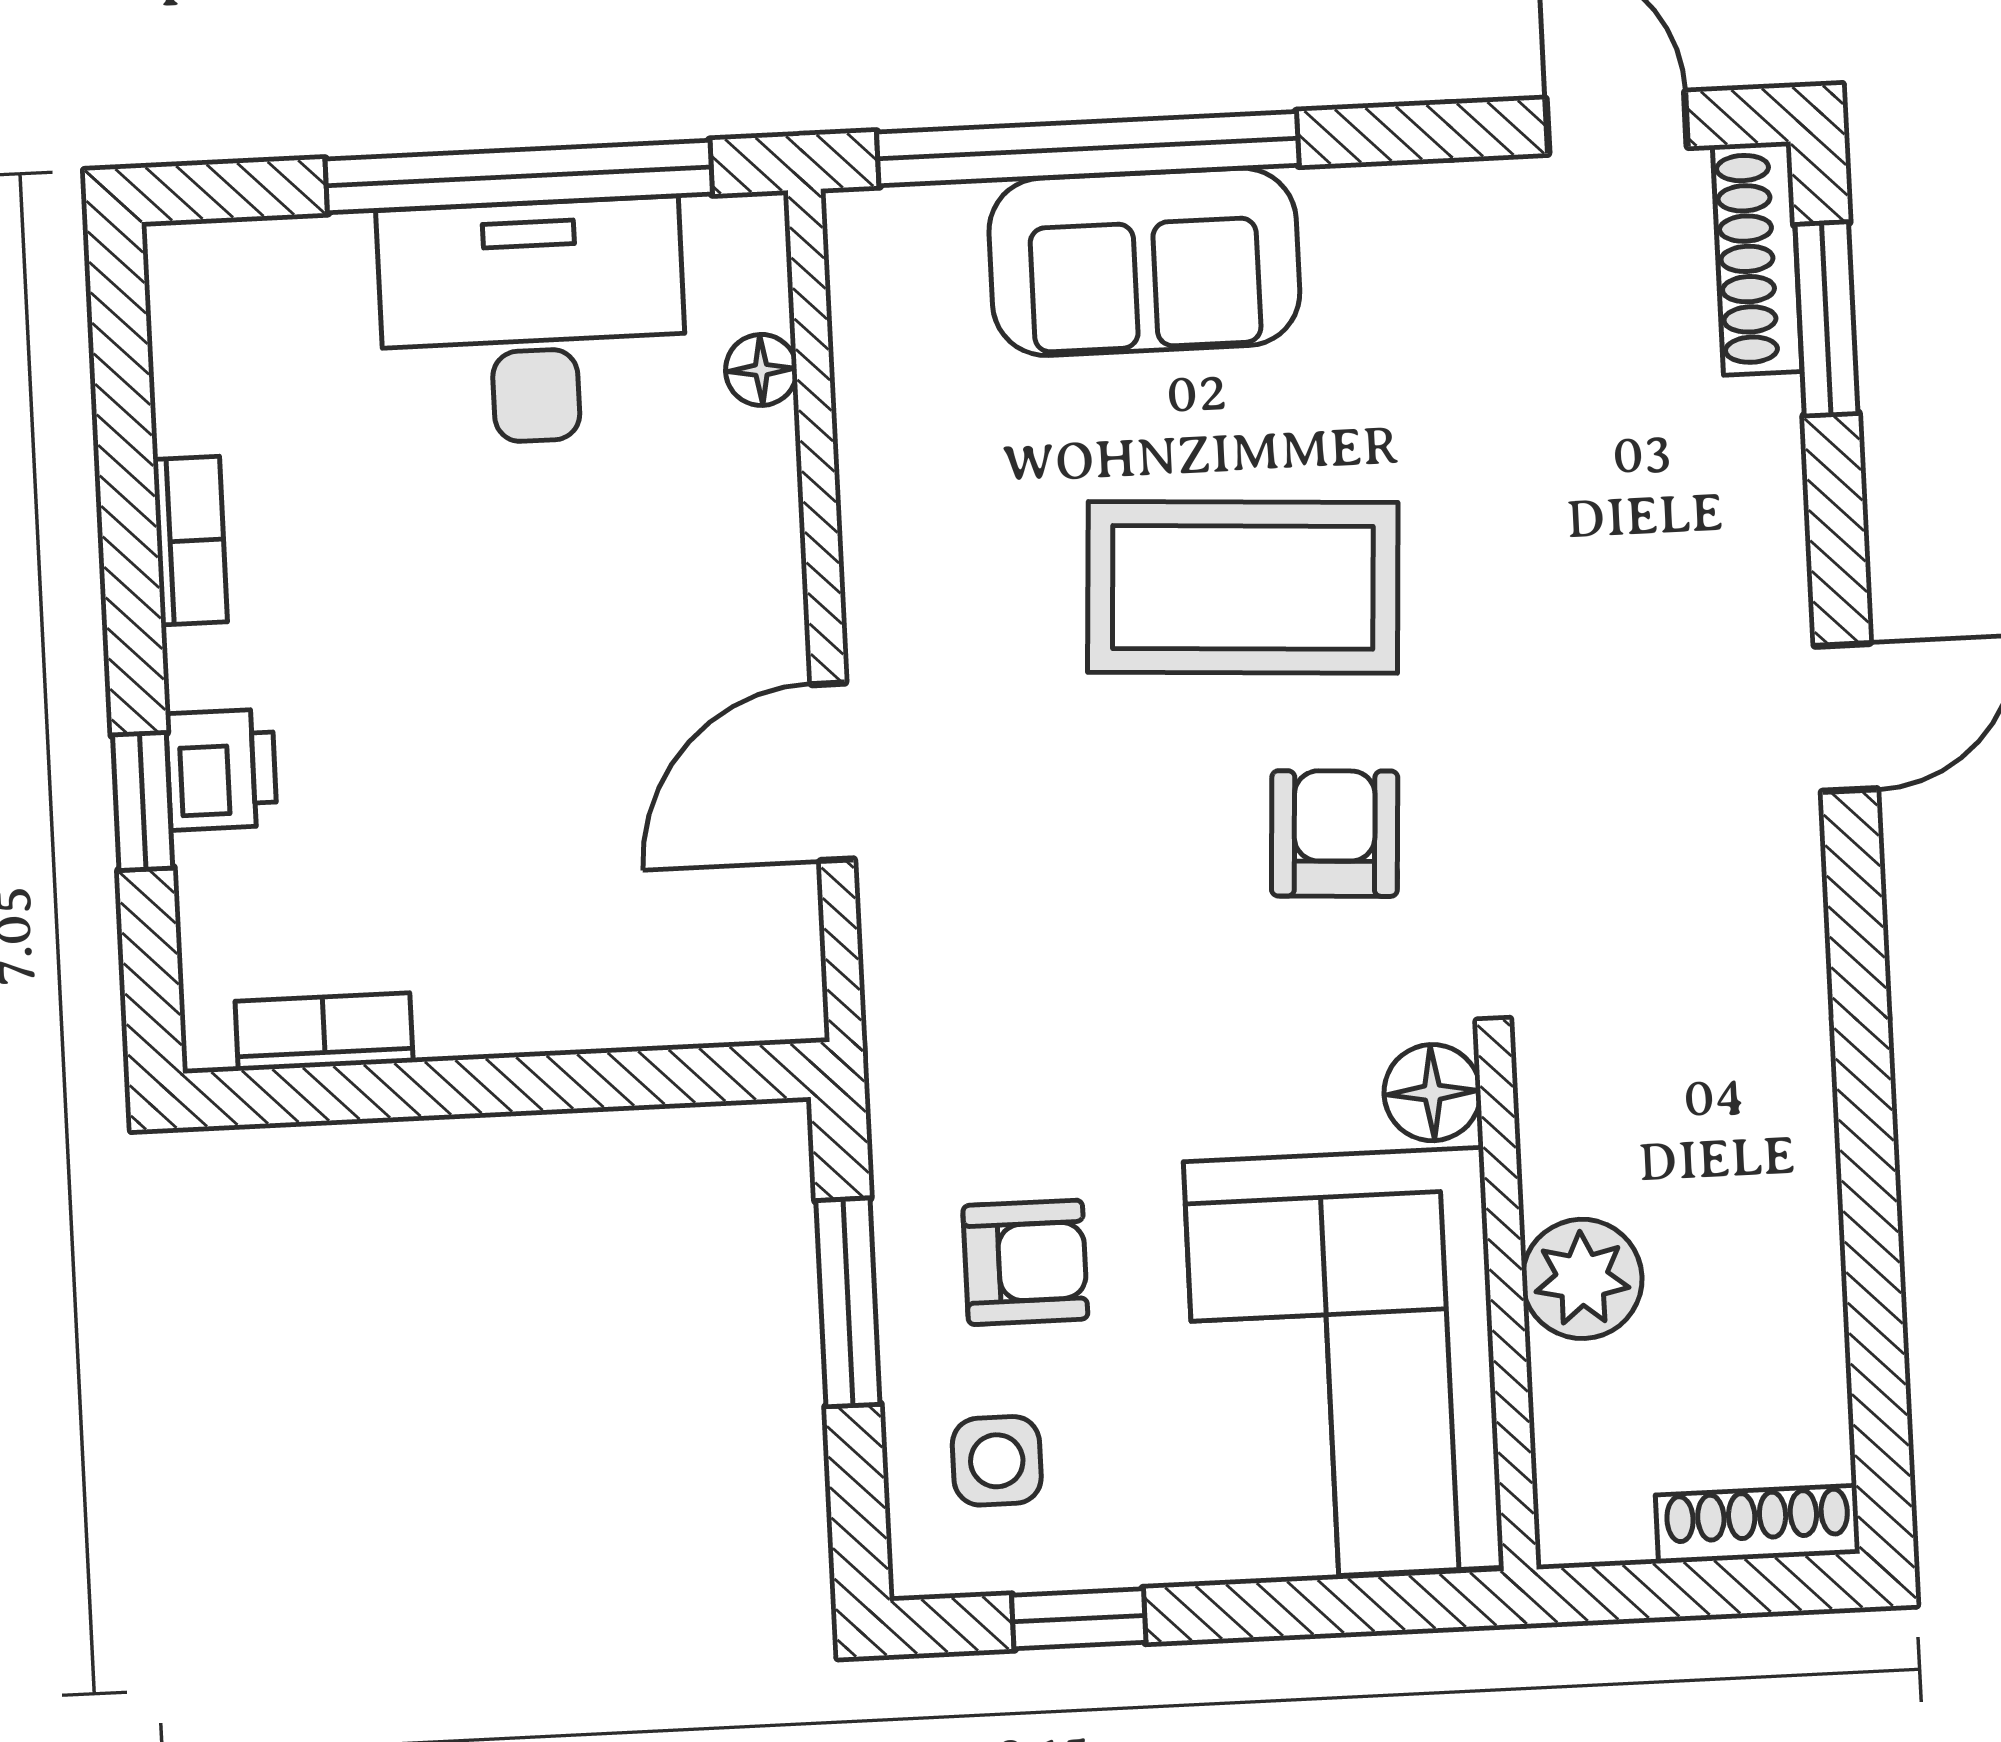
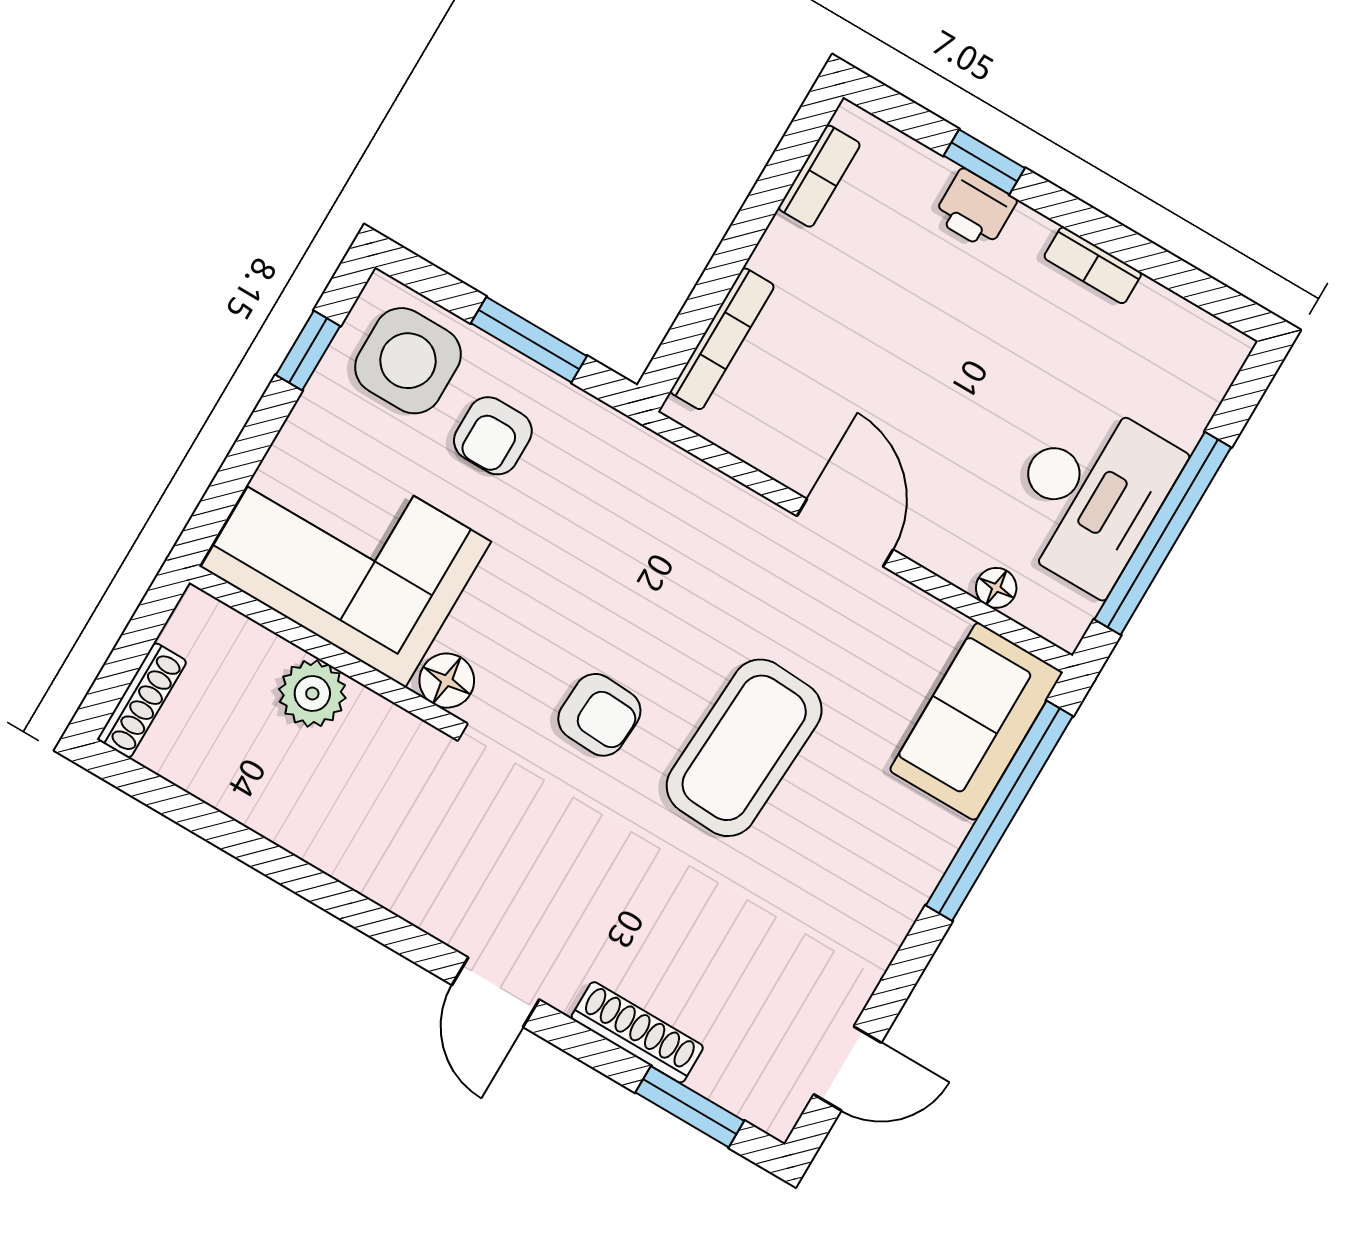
shoe rack: (1757, 258) -> (637, 1032), moved
sofa: (1144, 262) -> (976, 721), moved
door: (833, 772) -> (845, 533), moved
bookcase: (659, 1017) -> (722, 339), added
side table: (997, 1461) -> (408, 361), width x1.87, depth x1.87

